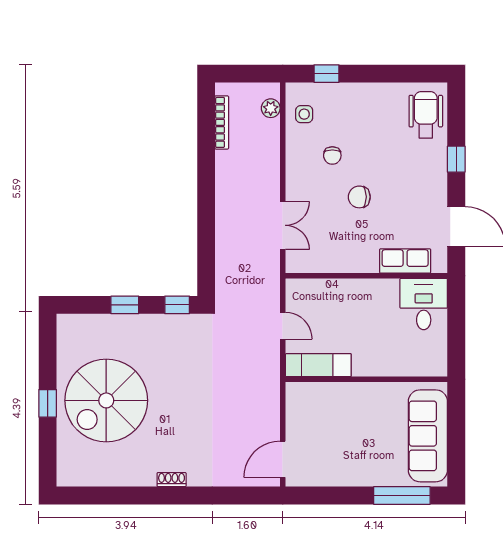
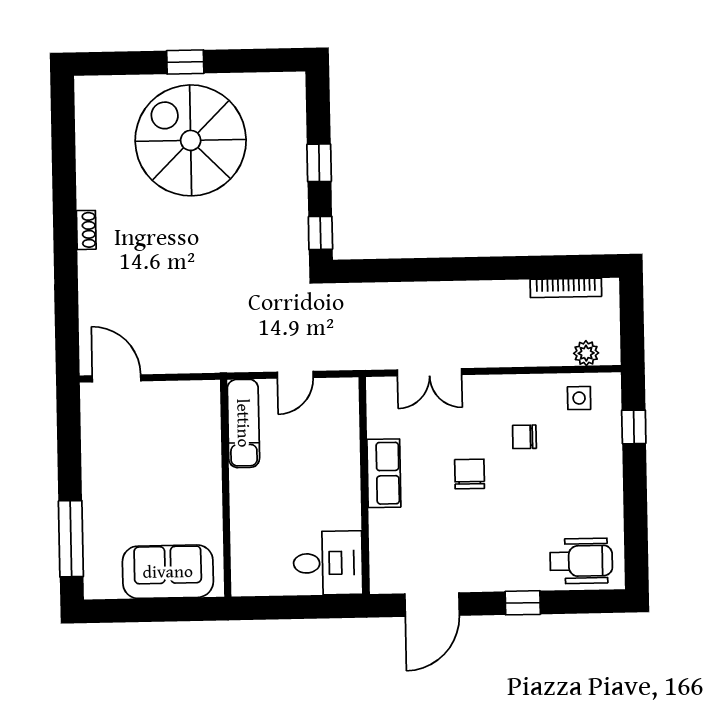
row of seats: (405, 261) -> (384, 473), moved
sofa: (428, 436) -> (168, 572), width x0.73

